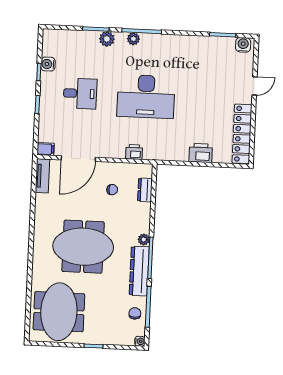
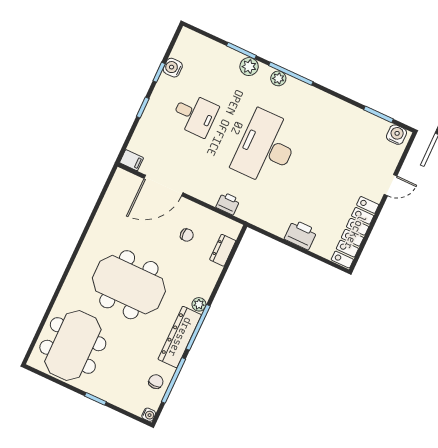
desk: (146, 96) -> (266, 148), turned 90
tv unit: (42, 176) -> (116, 188), removed

